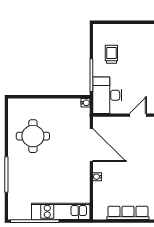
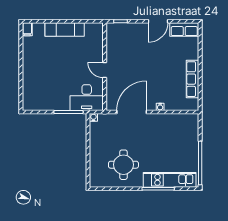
trolley: (111, 54) -> (50, 94), removed
kitchen unit: (61, 211) -> (170, 180), moved, turned 90

